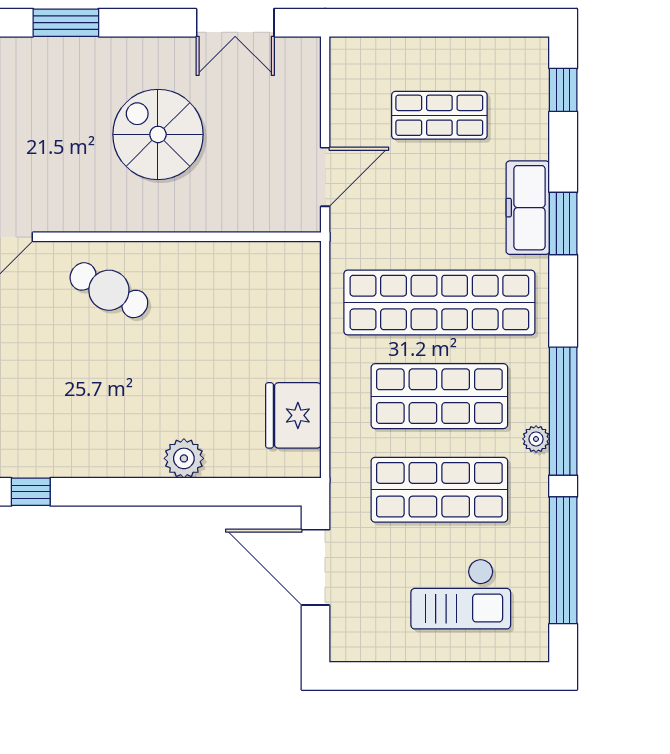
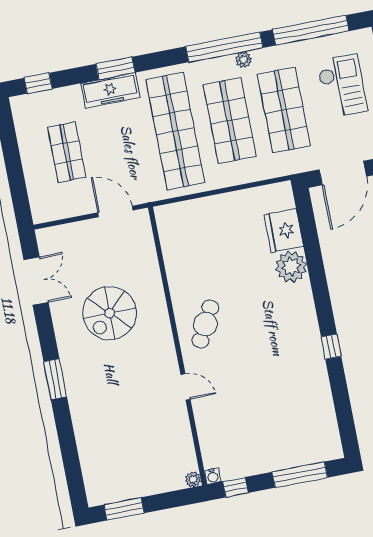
fridge: (293, 415) -> (284, 231), moved, turned 90
plant: (184, 458) -> (291, 267), width x1.36, depth x1.36

